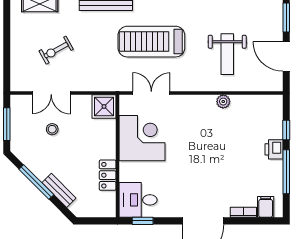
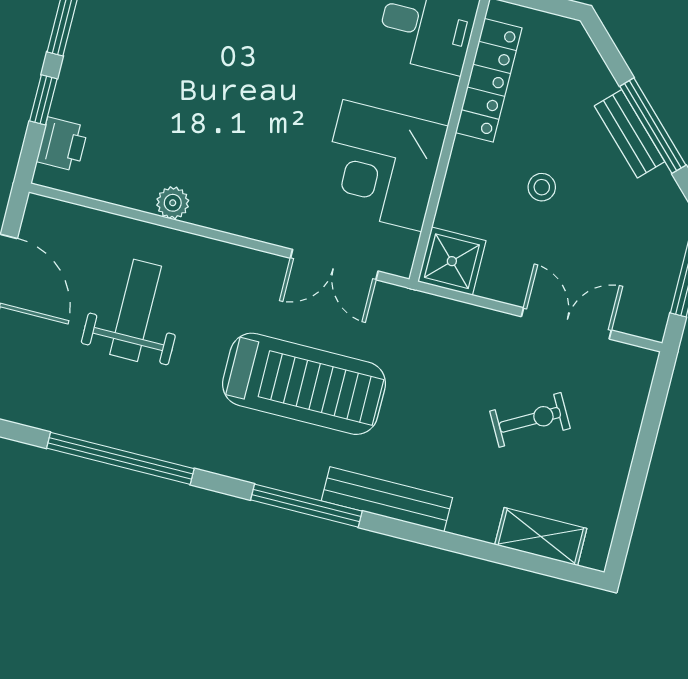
stool: (52, 129) -> (542, 187), moved
printer: (274, 149) -> (62, 144), moved
locker: (108, 175) -> (489, 80), width x1.53
bench: (59, 190) -> (630, 134), moved

